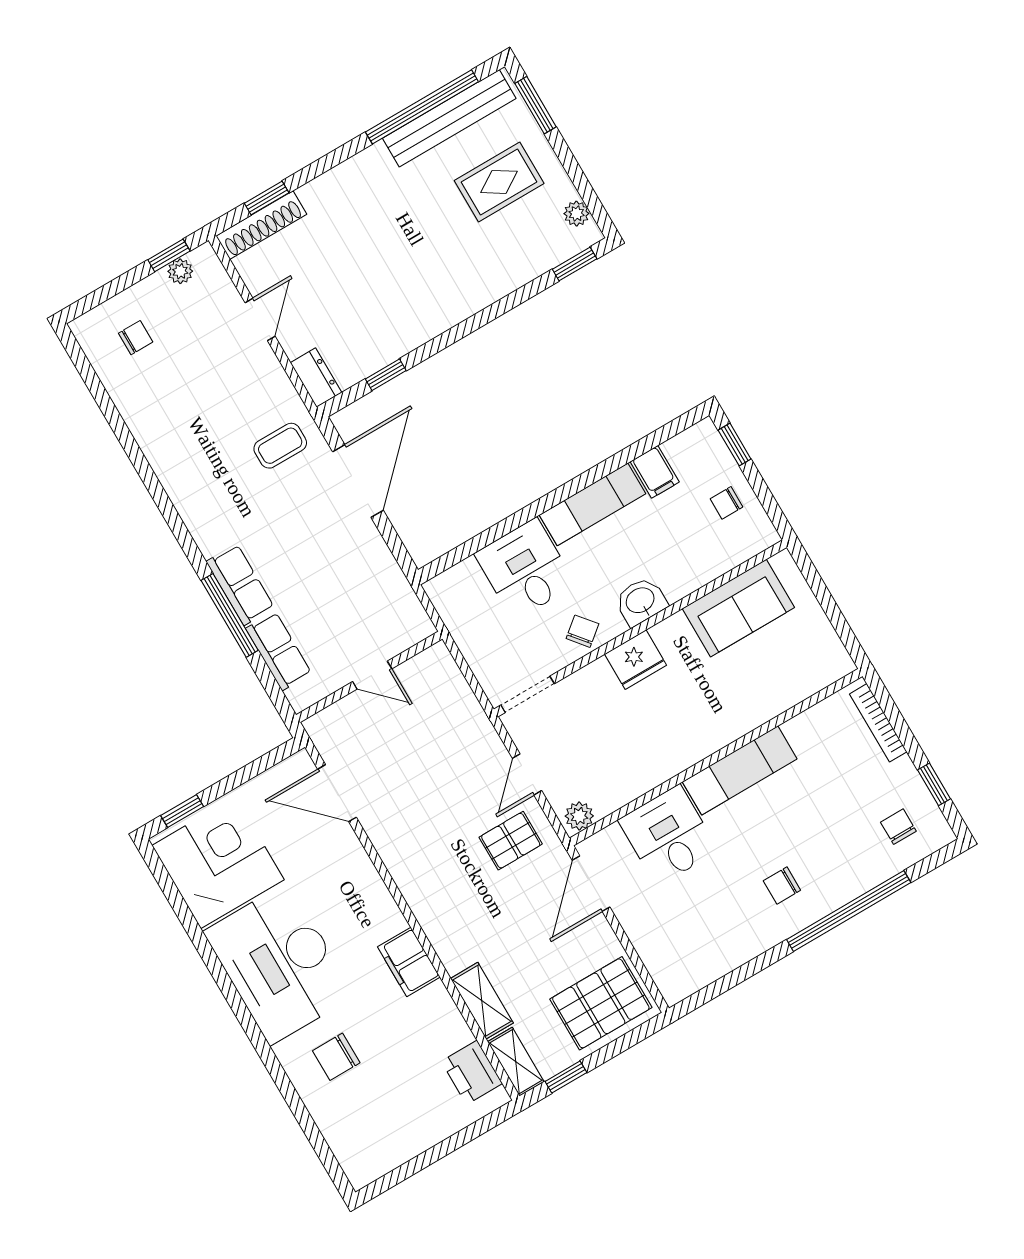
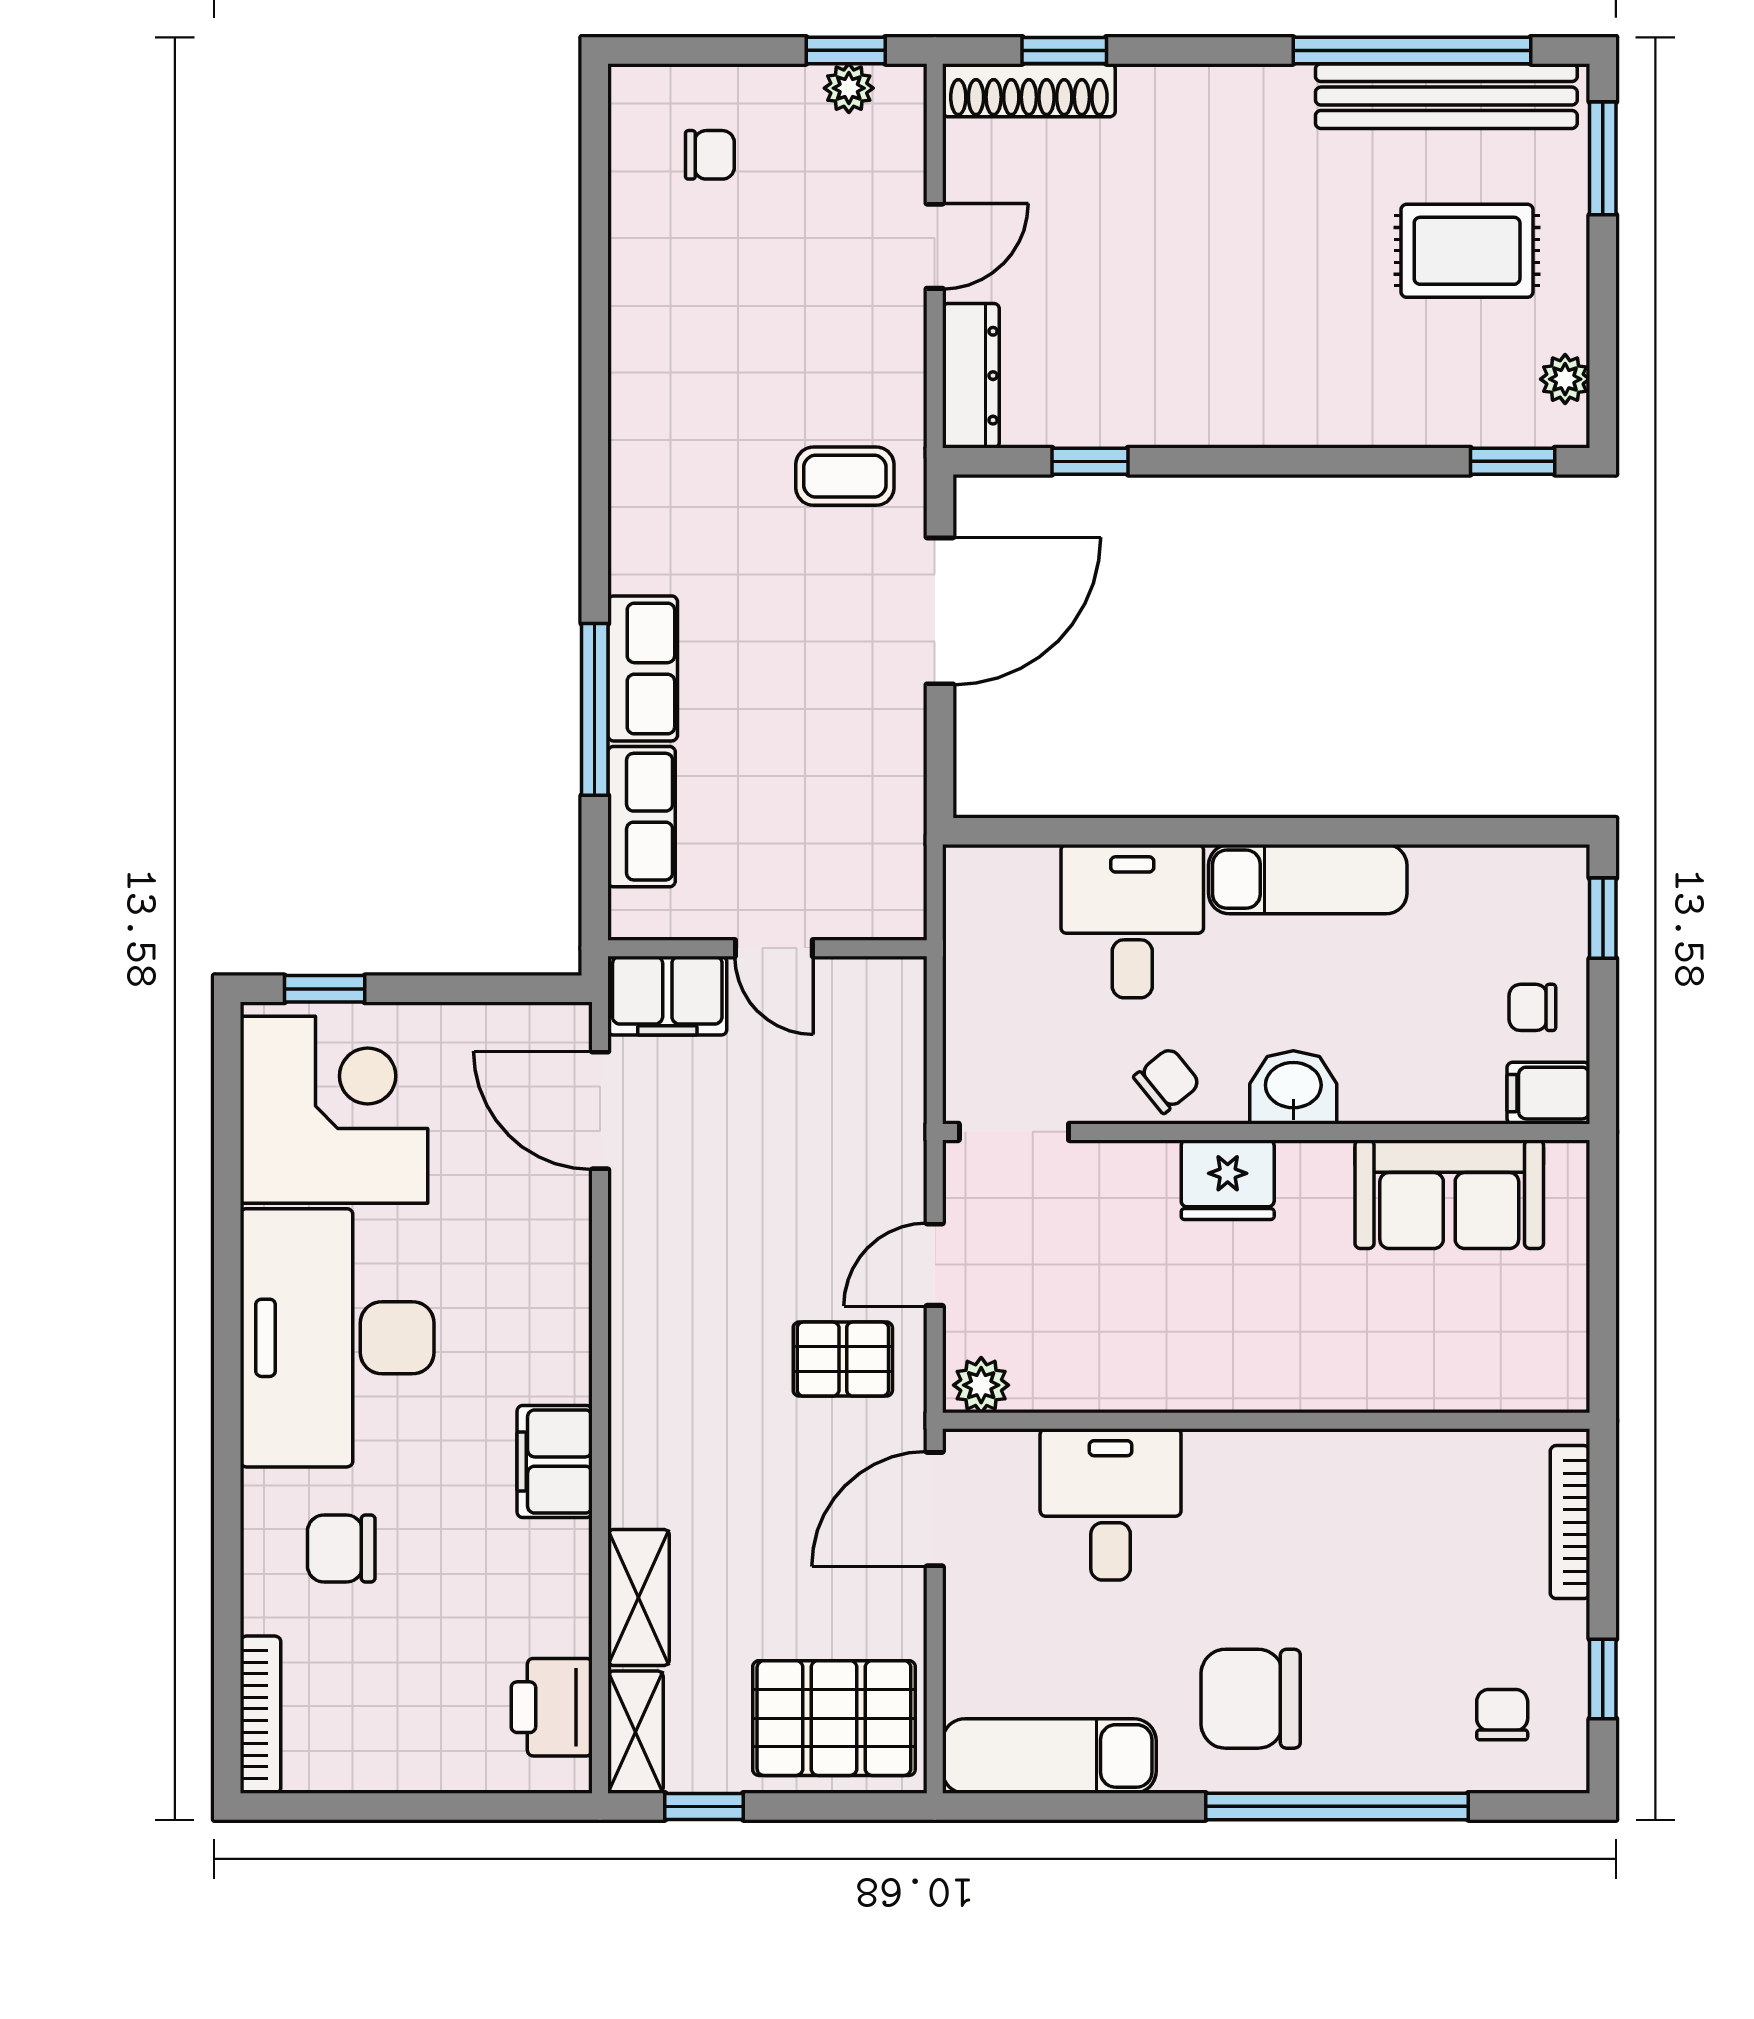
dresser: (316, 378) -> (971, 376), width x1.44
filing cabinet: (655, 472) -> (1548, 1093), moved, turned 90
filing cabinet: (337, 724) -> (667, 996), added
exam couch: (740, 770) -> (1049, 1756), moved, turned 180
chair: (782, 885) -> (1251, 1699), width x1.87, depth x1.87
bookcase: (344, 1152) -> (261, 1715), added

